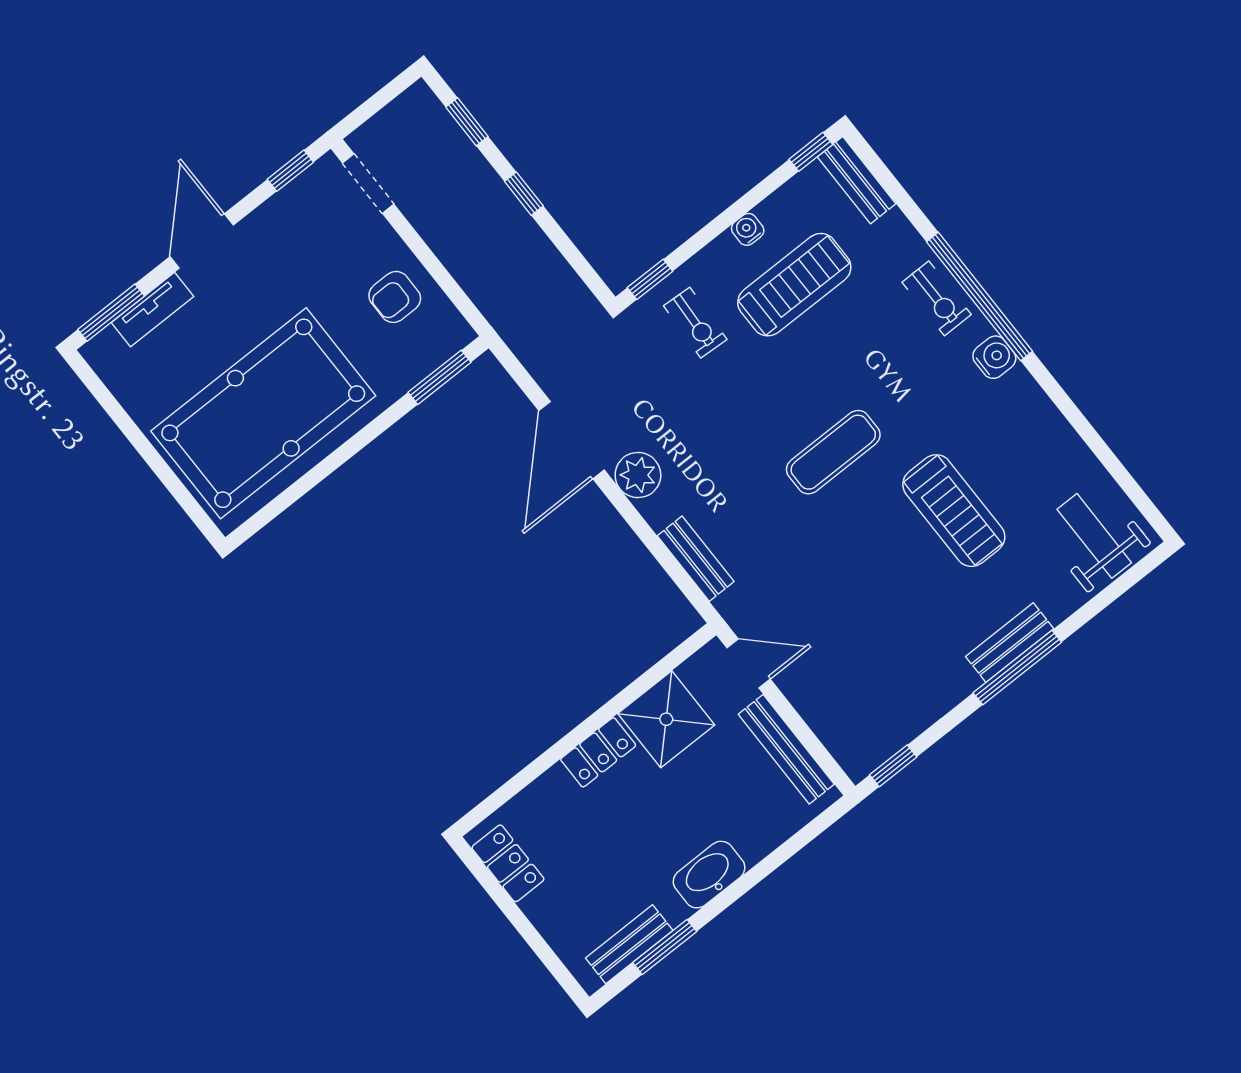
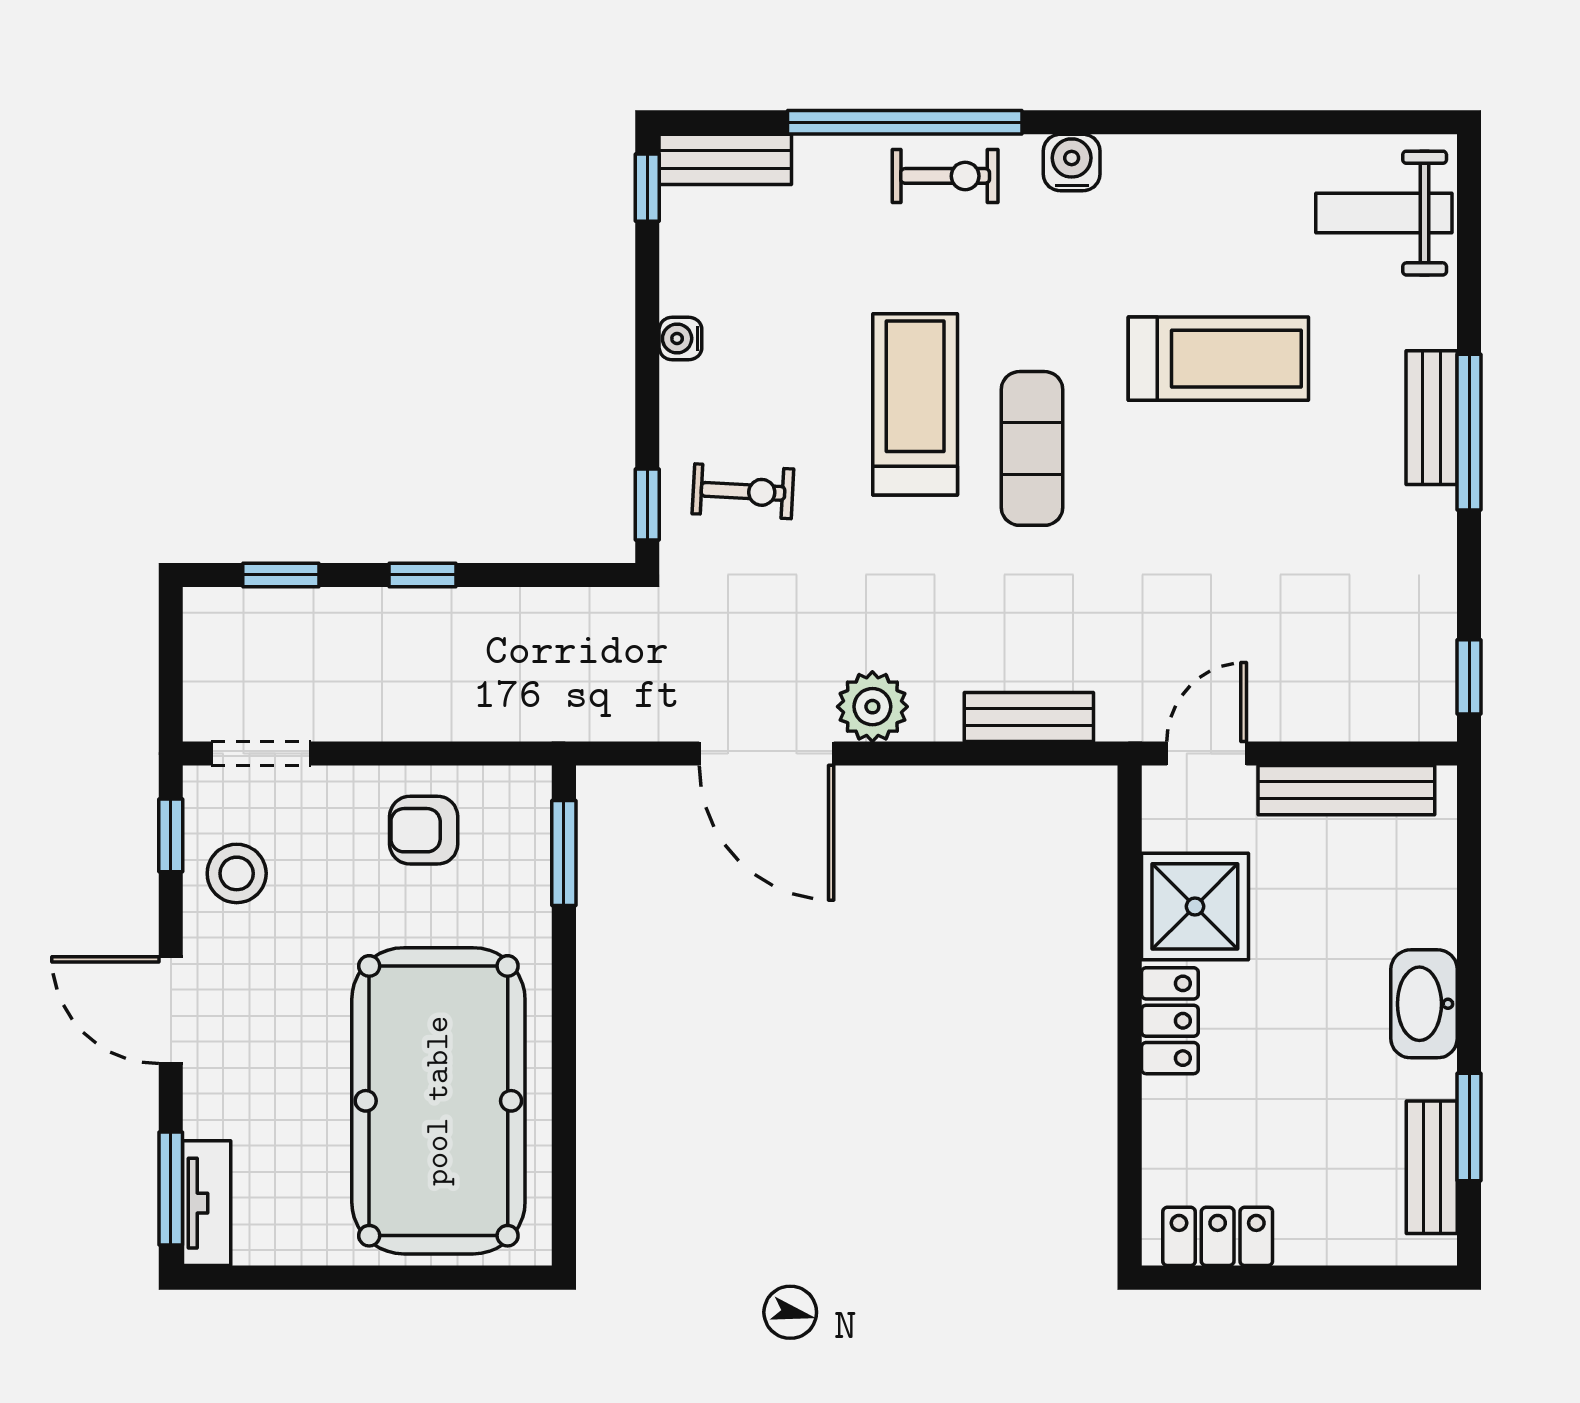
stool: (297, 219) -> (237, 873), added
treadmill: (794, 285) -> (915, 404), moved
window: (979, 296) -> (905, 122), moved
armchair: (395, 297) -> (424, 830), turned 90
tv unit: (153, 310) -> (207, 1203), moved

